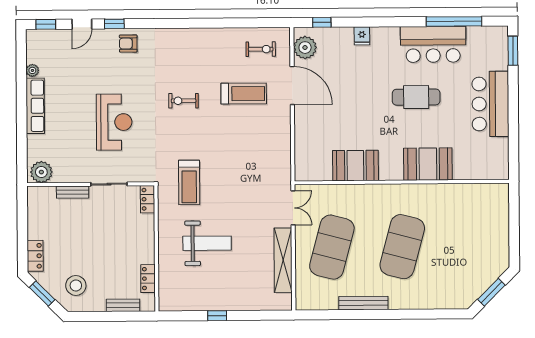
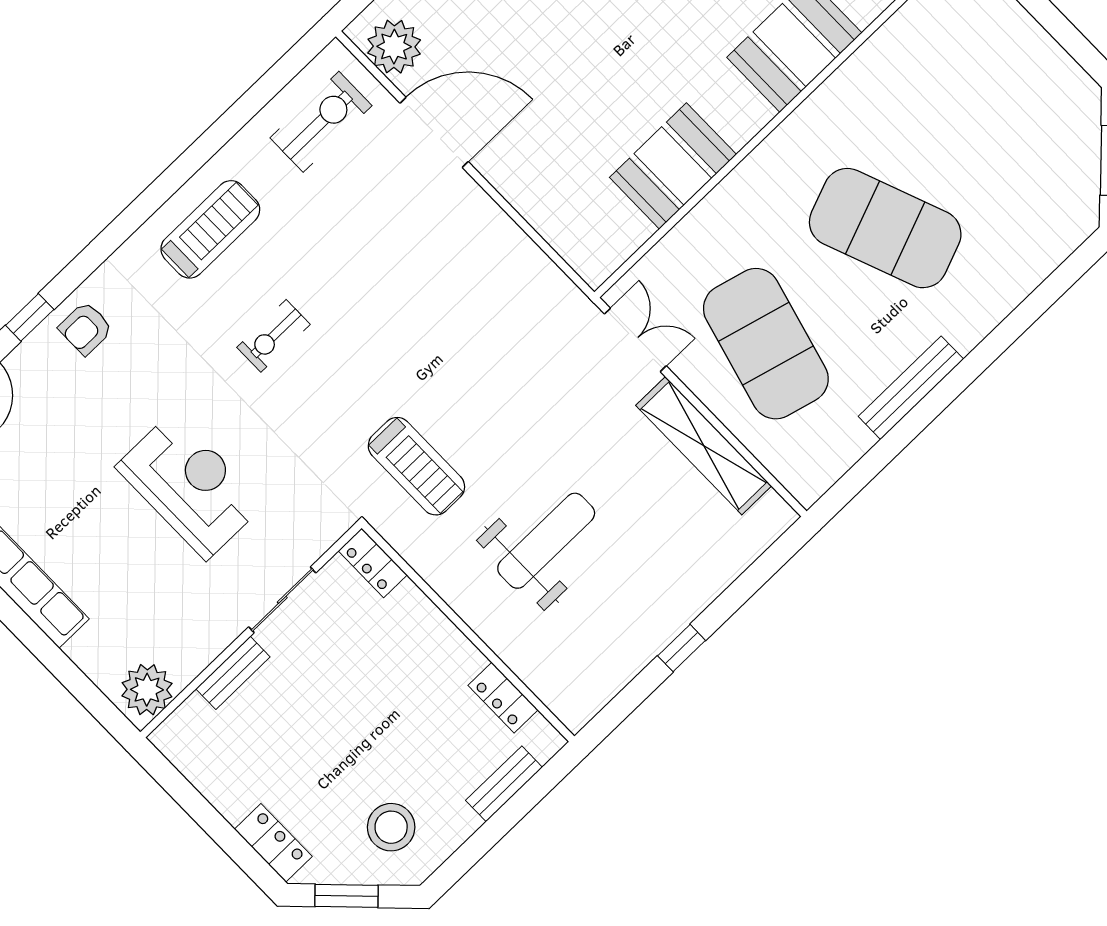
exercise bike: (261, 49) -> (321, 122), width x1.38, depth x1.39
treadmill: (244, 94) -> (210, 229), moved
exercise mat: (402, 247) -> (885, 228), turned -36

